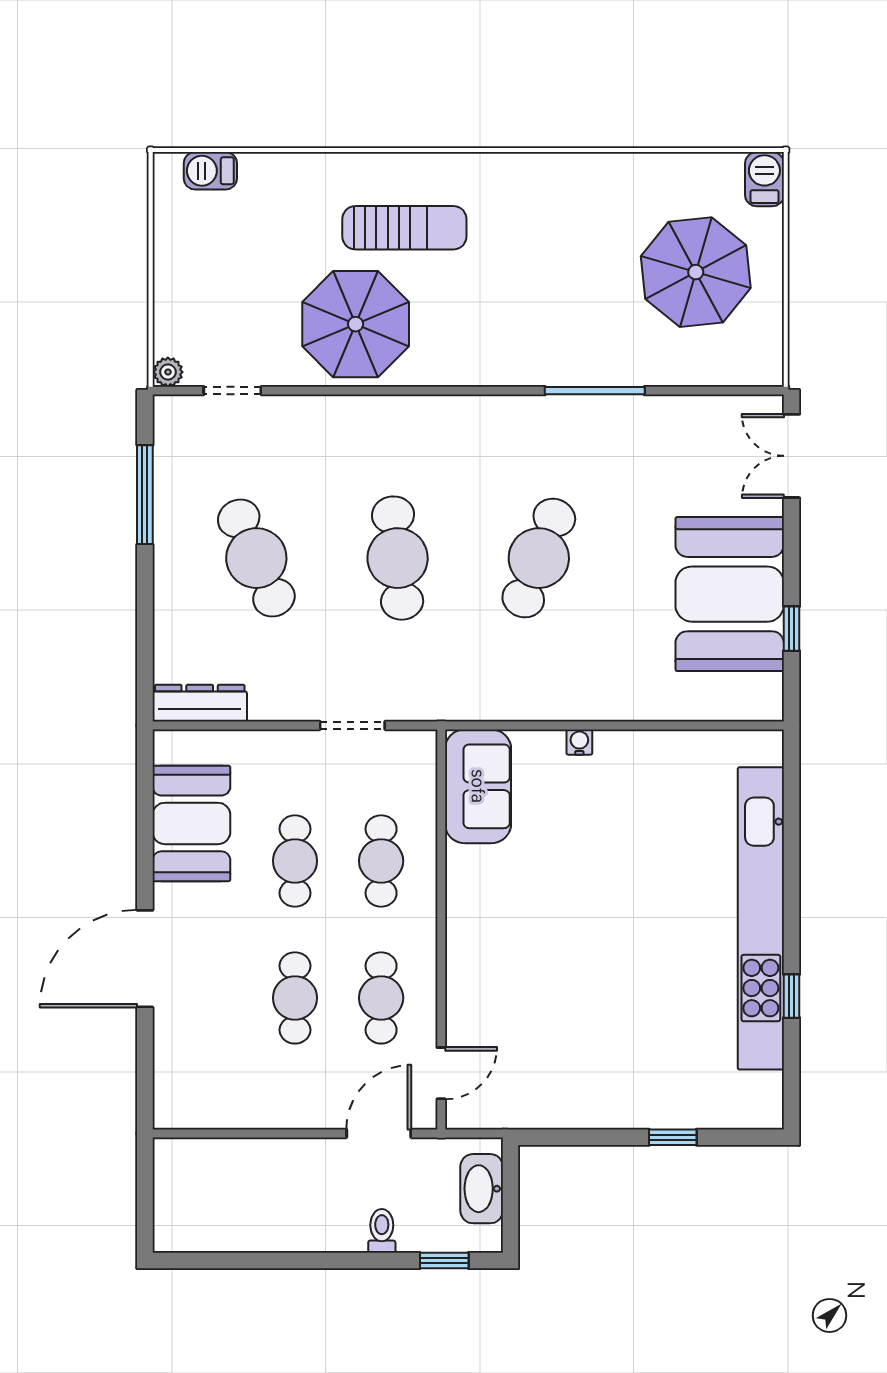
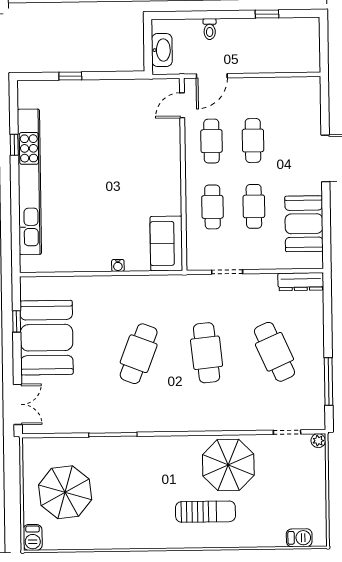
sun lounger: (404, 228) -> (205, 512), turned 180
window: (444, 1260) -> (267, 14), moved

